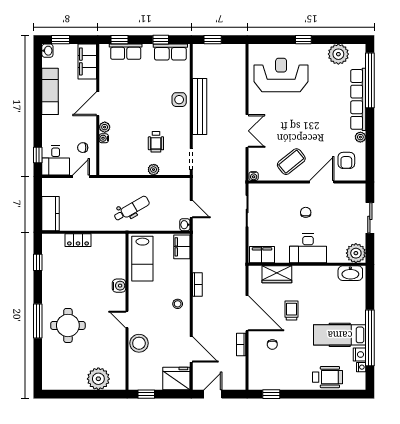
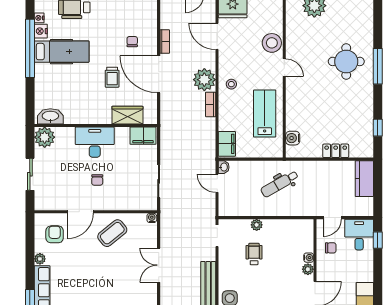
lab bench: (142, 259) -> (265, 114), moved
water cooler: (119, 286) -> (293, 138), moved
plant: (203, 308) -> (204, 80), added

